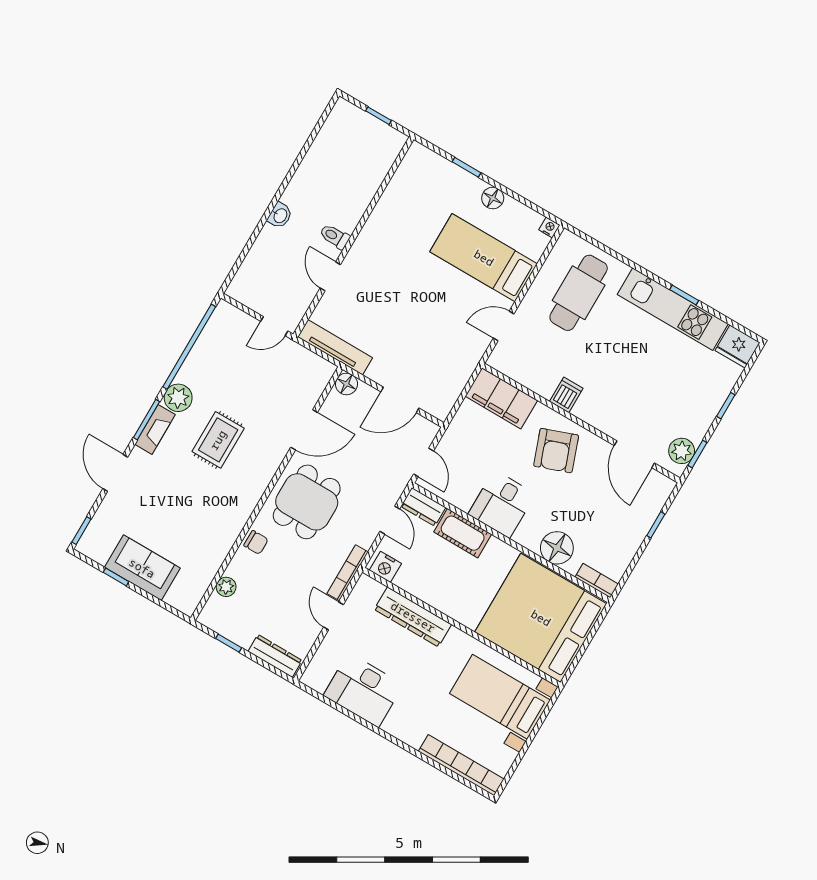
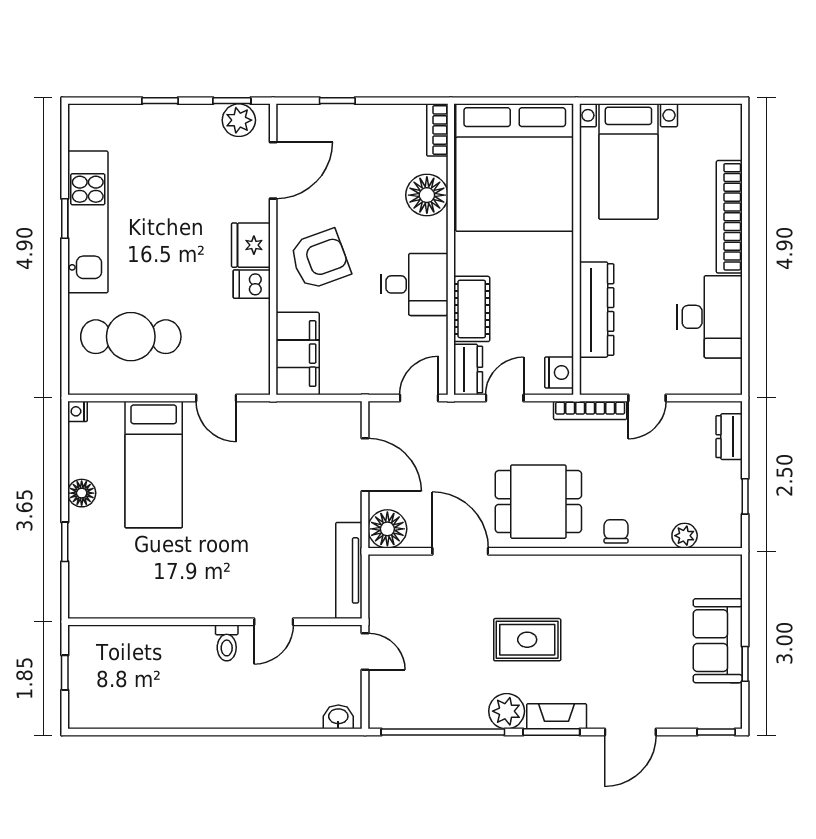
washbasin: (280, 215) -> (338, 717), moved
fridge: (738, 346) -> (251, 245), moved, turned 180
floor lamp: (346, 384) -> (387, 529), width x1.38, depth x1.38
dresser: (275, 656) -> (729, 437), width x0.70
bookcase: (461, 765) -> (729, 217), moved

